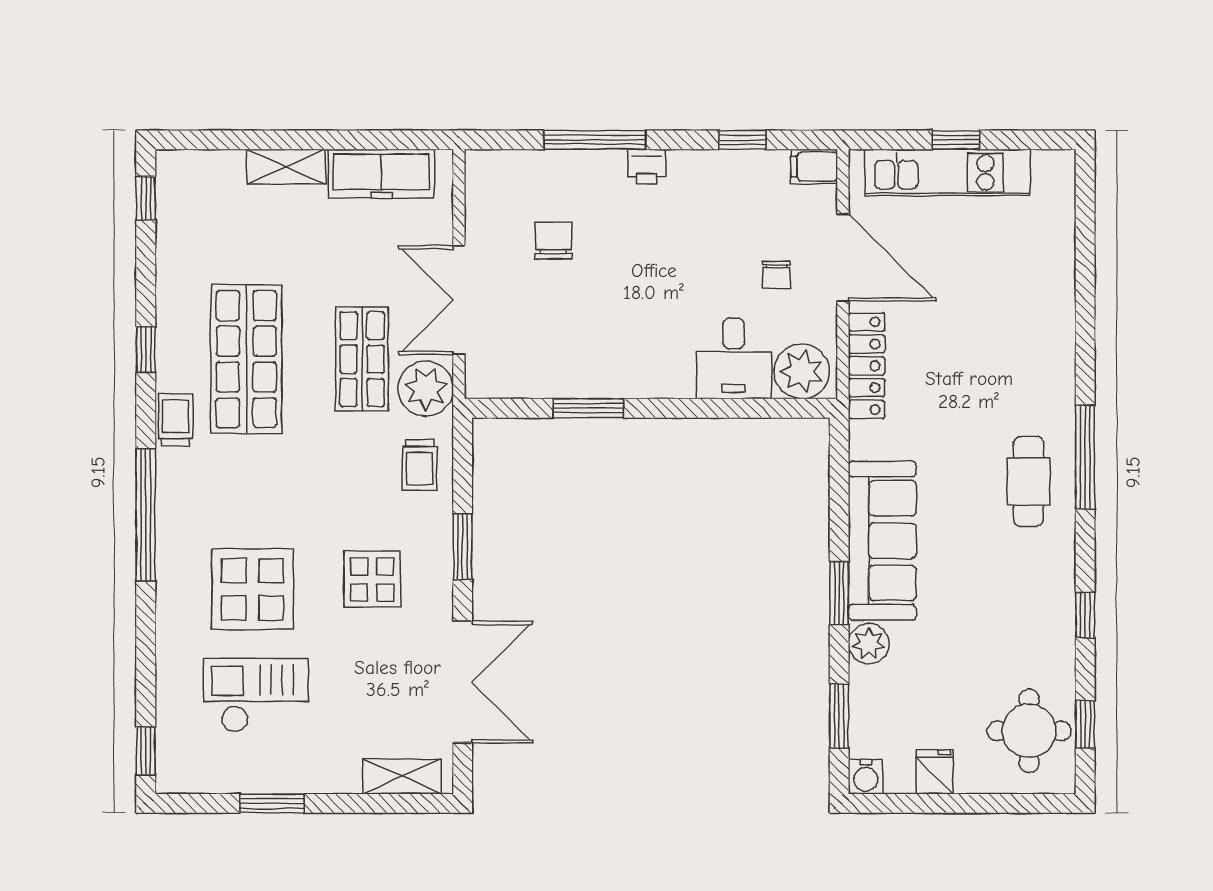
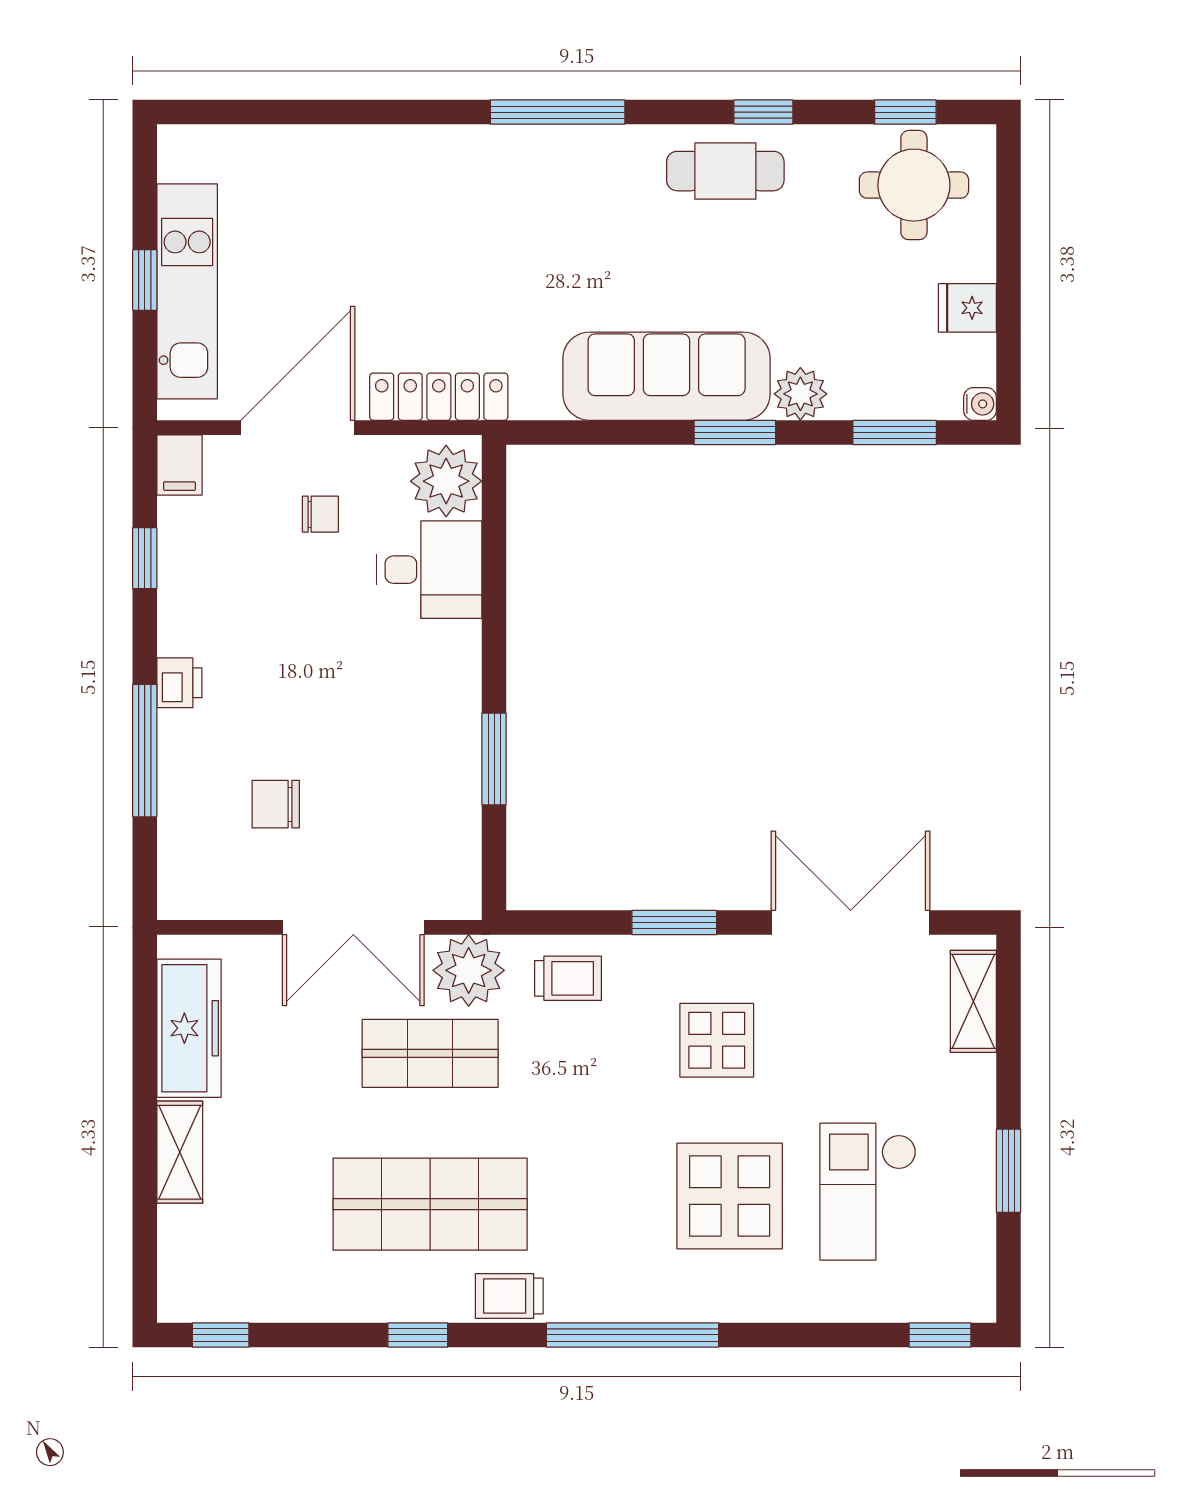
cafe table: (1029, 481) -> (725, 171), moved
water cooler: (866, 777) -> (980, 404), width x0.72, depth x0.72

